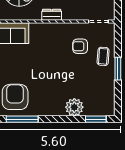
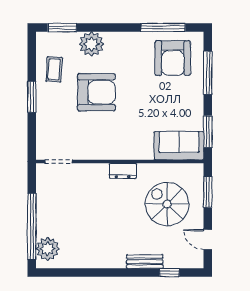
armchair: (80, 46) -> (96, 92), moved, width x1.88, depth x1.88
coffee table: (103, 56) -> (54, 69), moved

